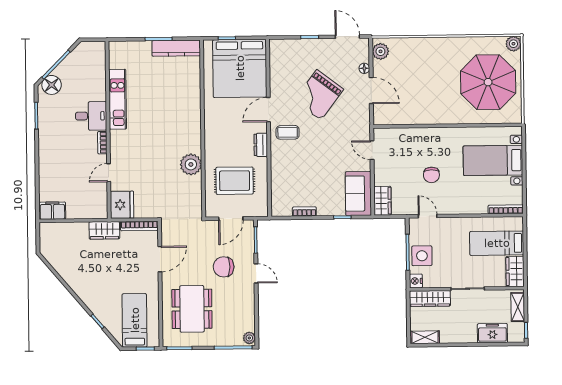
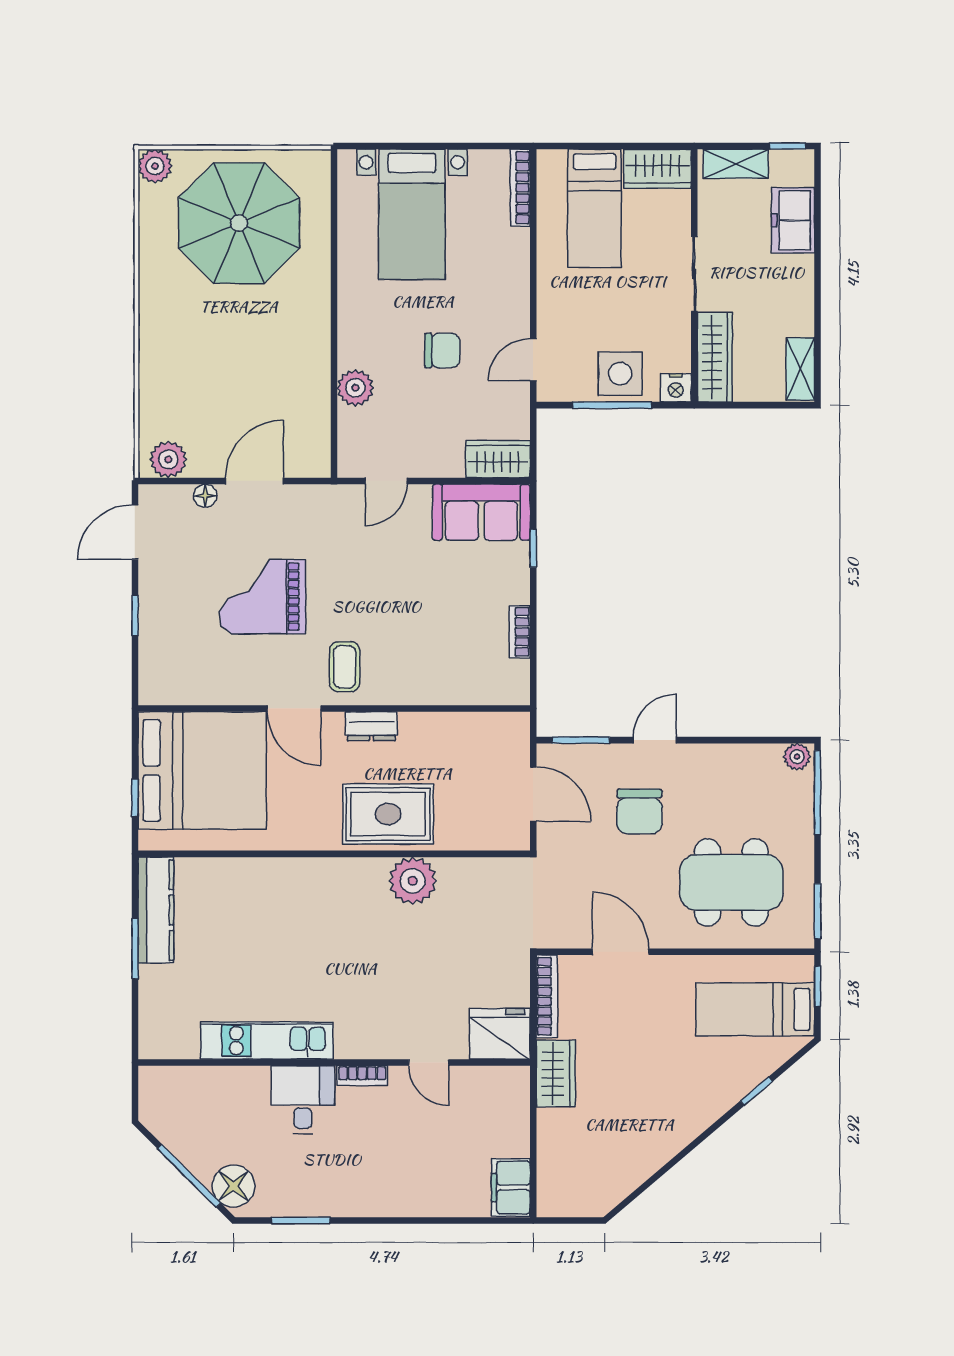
grand piano: (319, 95) -> (263, 597), turned 143
plant: (414, 136) -> (355, 388), added
rug: (235, 181) -> (388, 814), moved, turned 90

